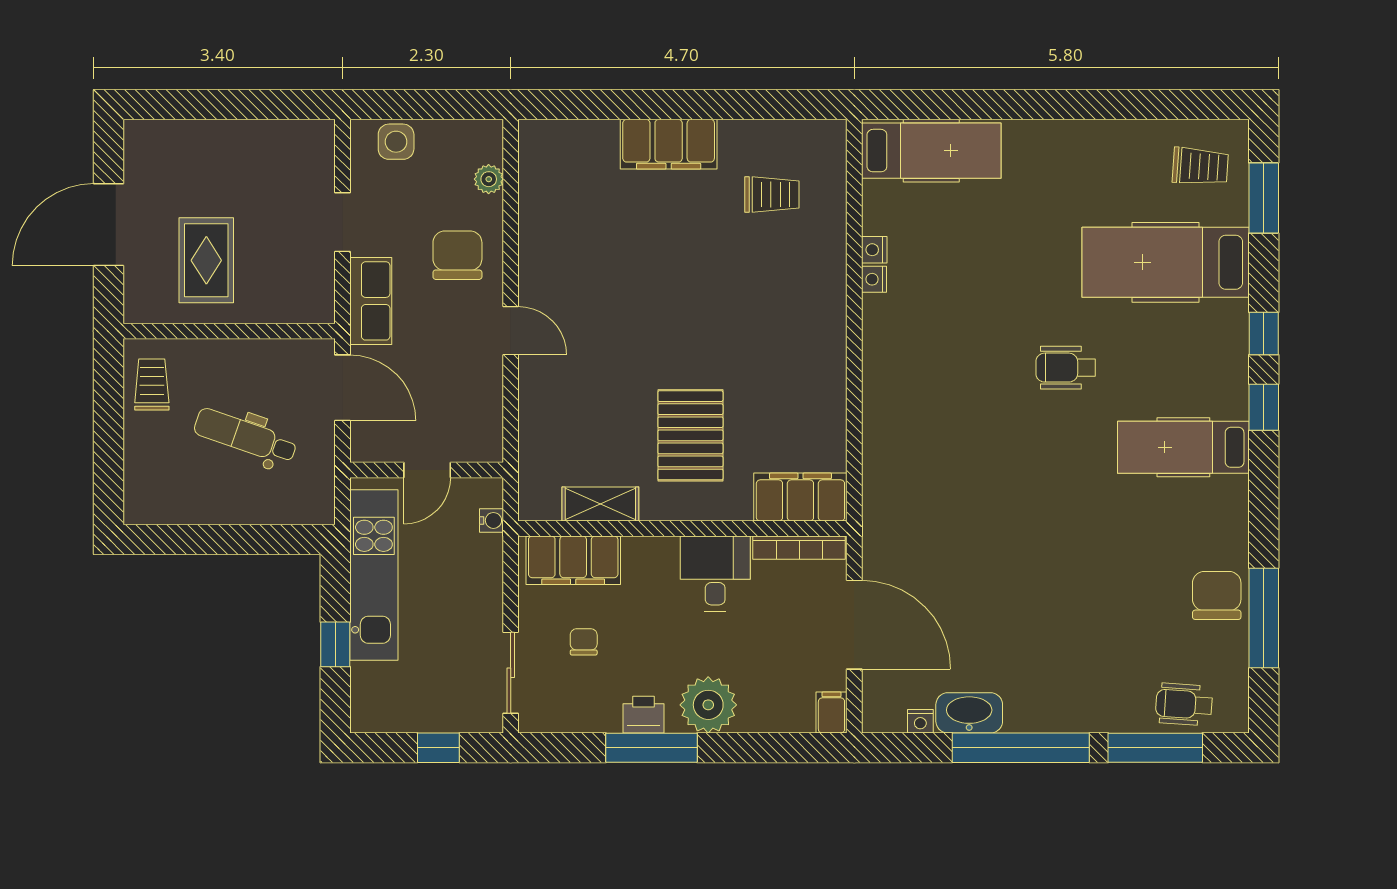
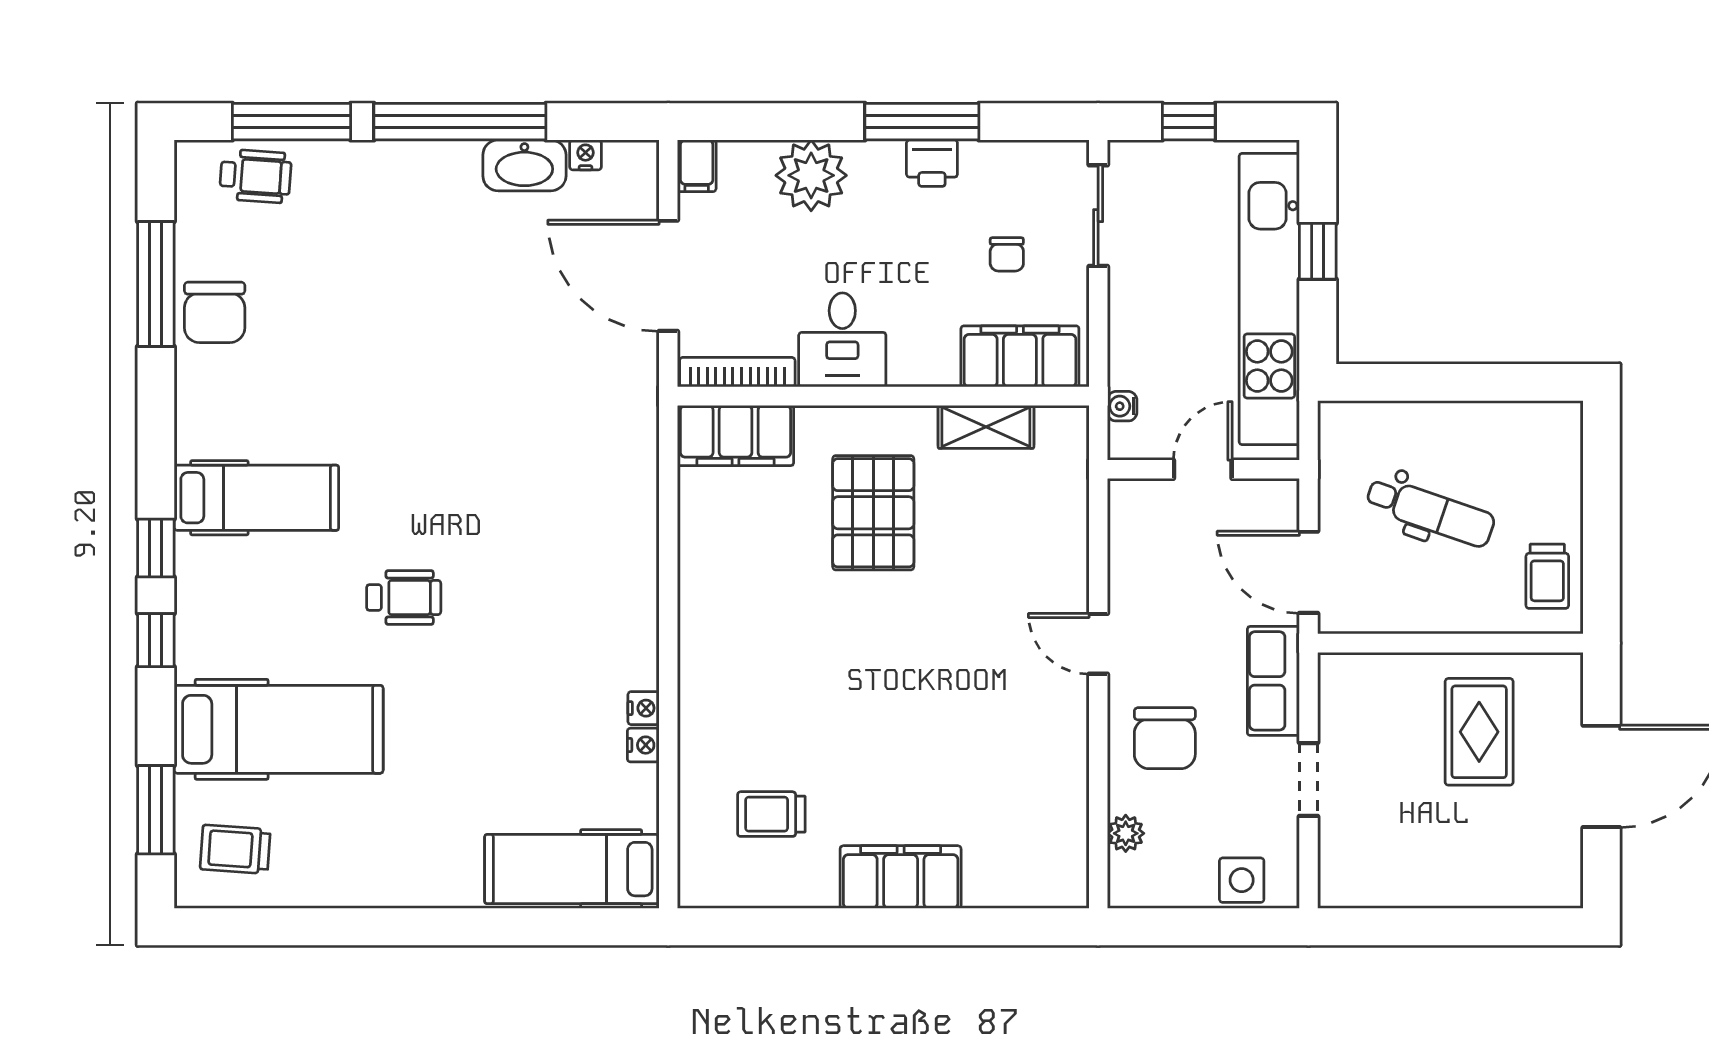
kitchen unit: (374, 575) -> (1269, 299), width x1.36
plant: (708, 705) -> (811, 175), moved

